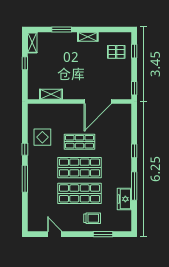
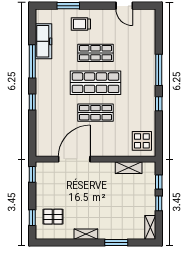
window: (25, 82) -> (159, 182), added
display table: (42, 137) -> (142, 141), moved
shop shelf: (79, 193) -> (95, 53), width x0.70, depth x0.74
freezer: (124, 199) -> (43, 41), width x1.40

